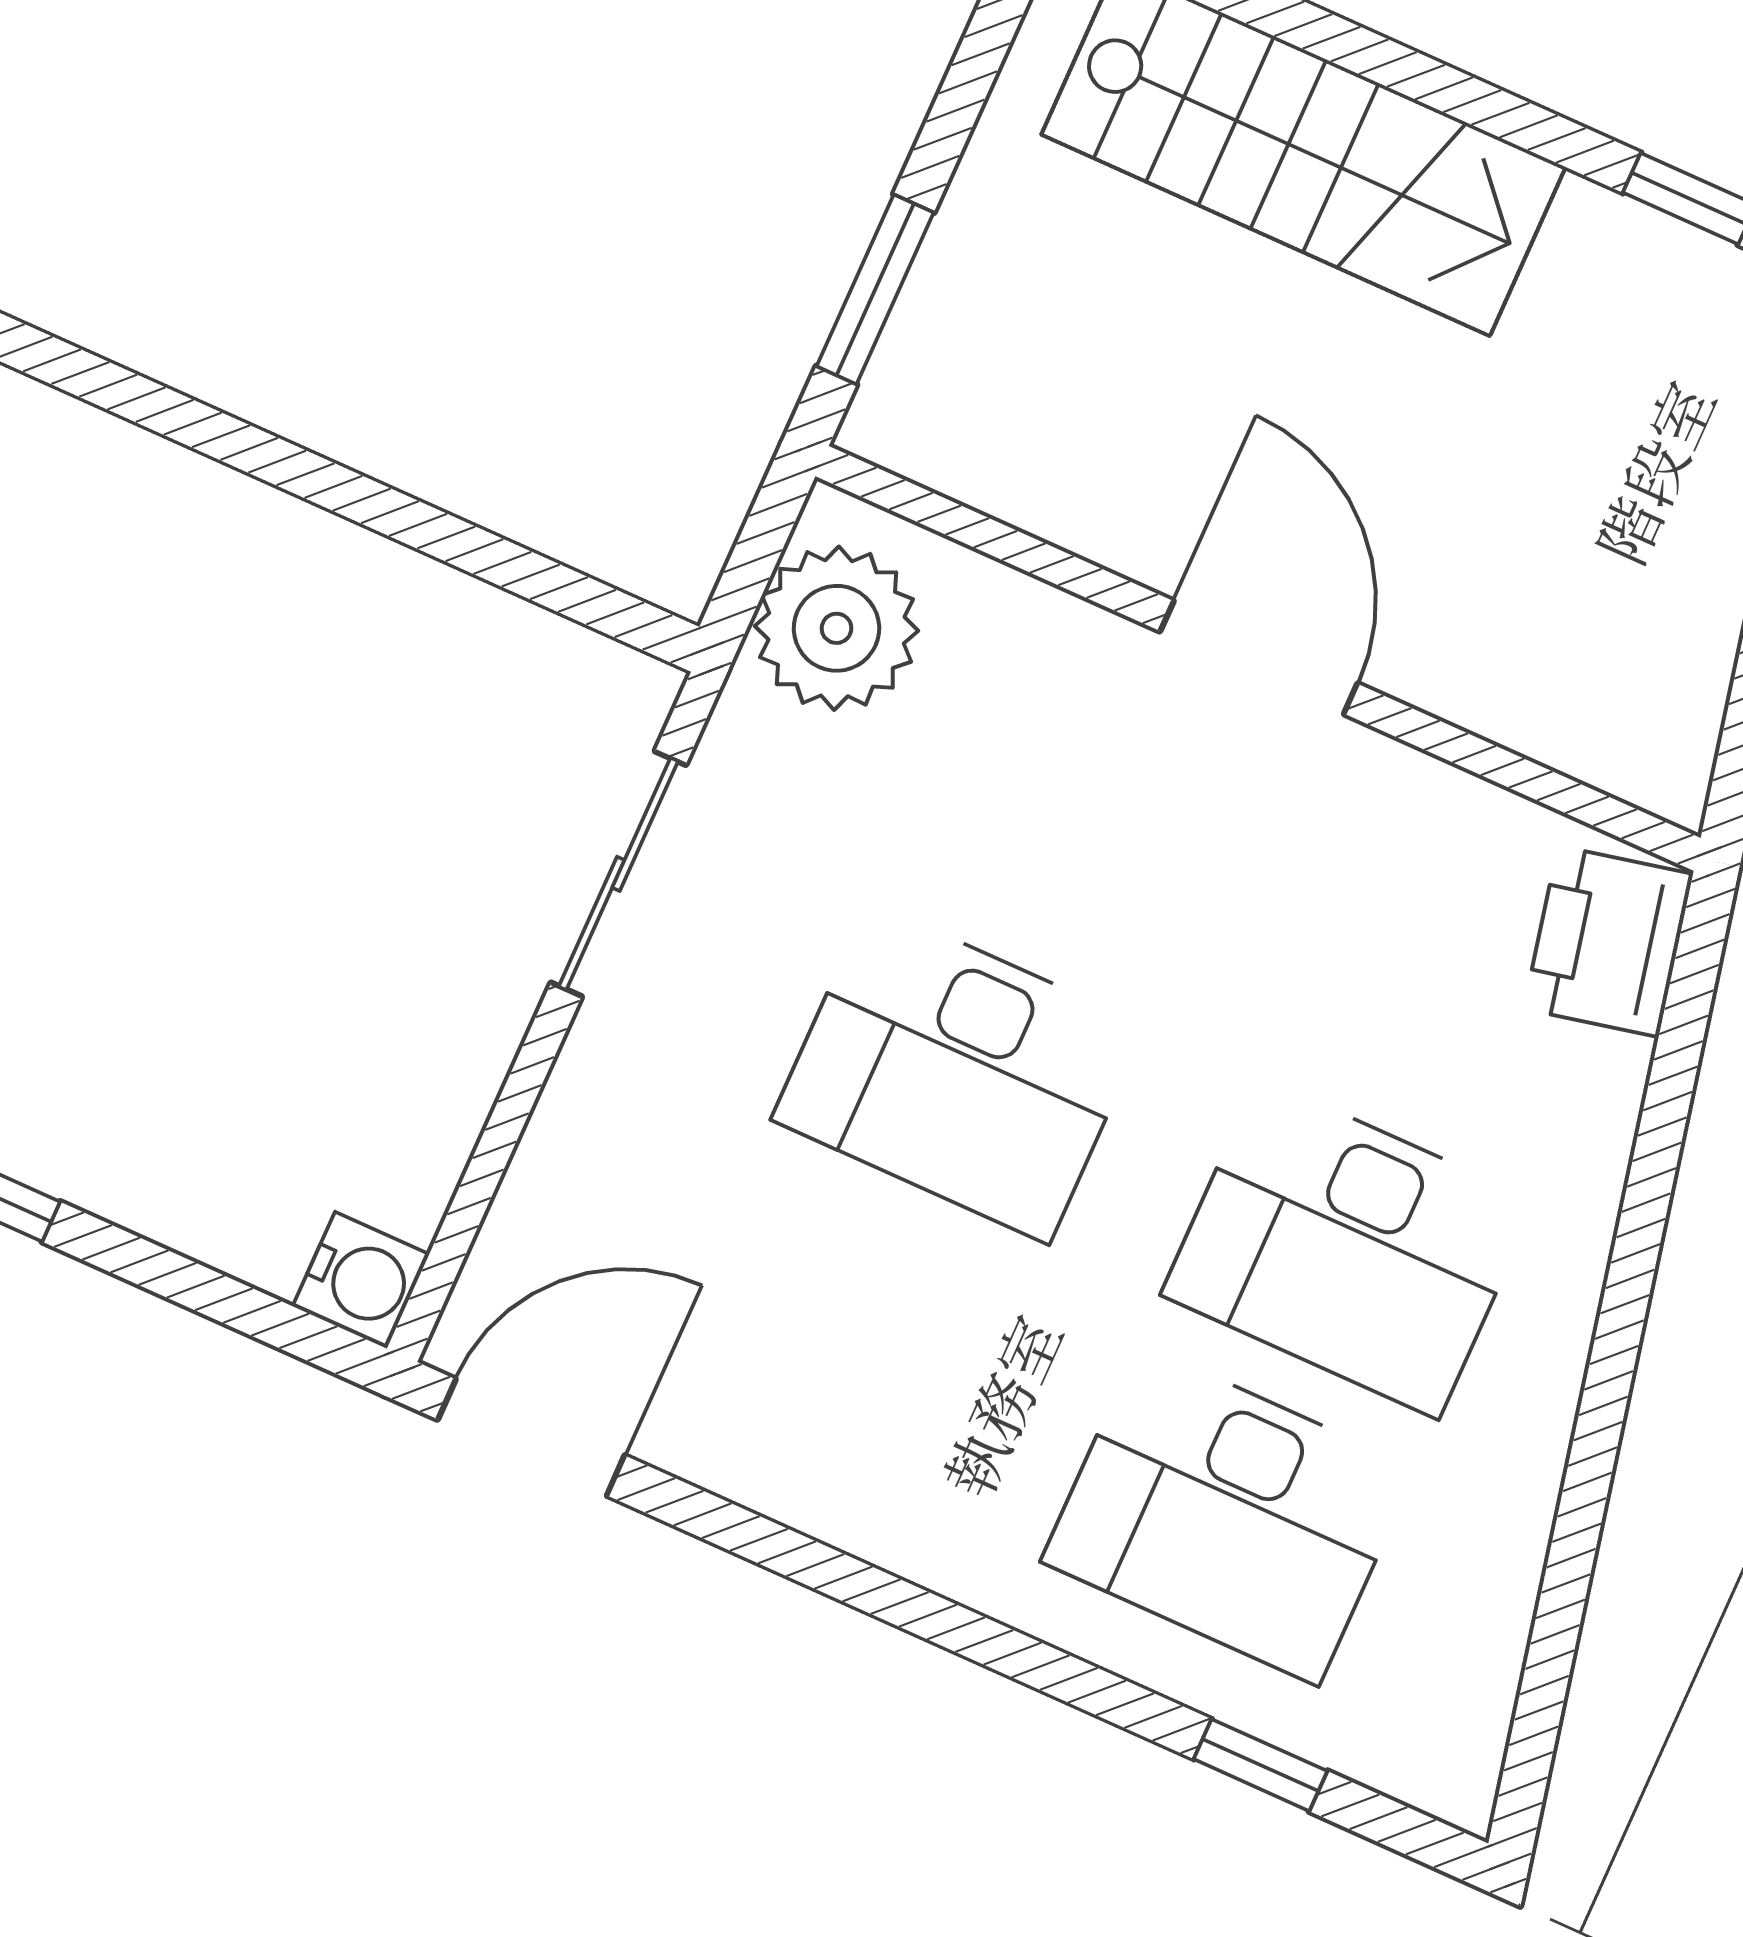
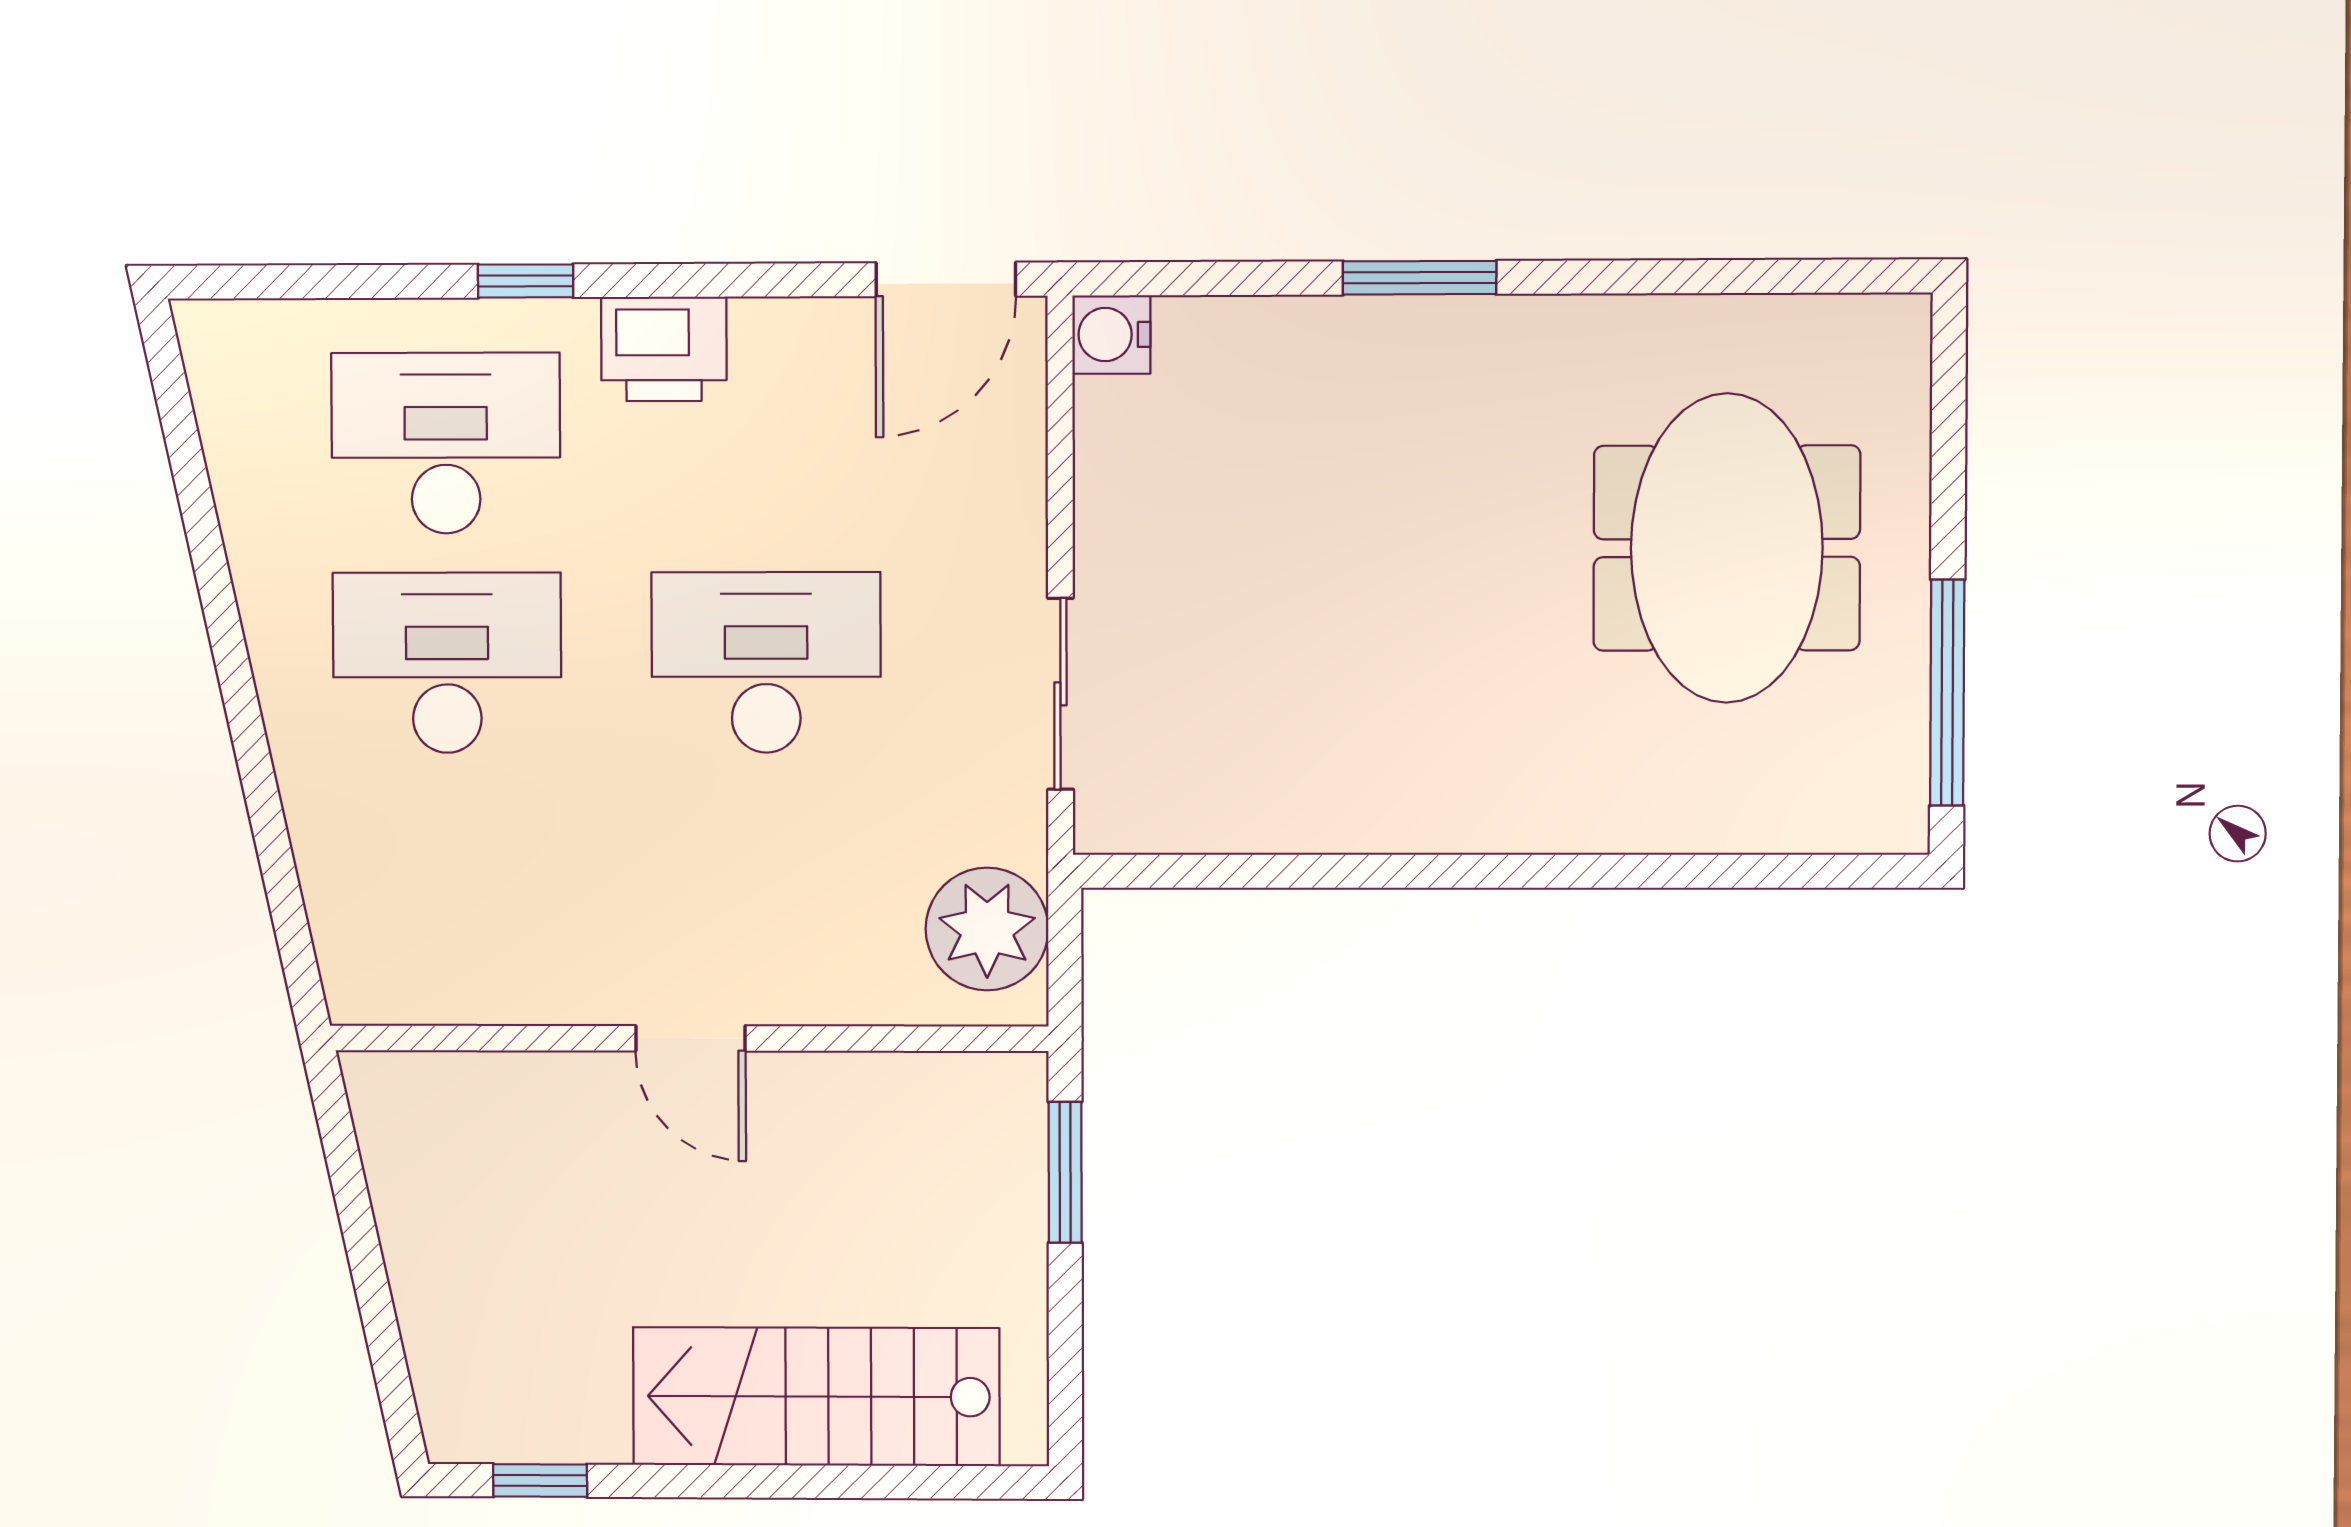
door: (1259, 657) -> (690, 1038), width x0.73
printer: (1608, 941) -> (664, 349), moved, turned 102
window: (1260, 1765) -> (526, 281), moved

